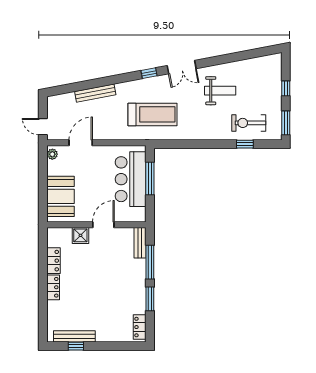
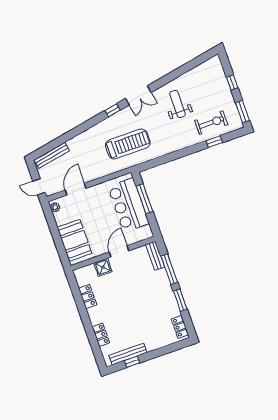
weight bench: (220, 91) -> (178, 104), turned -90
bench: (95, 93) -> (52, 155), moved
exercise bike: (249, 123) -> (211, 123), turned 180
locker: (53, 287) -> (101, 335), moved

